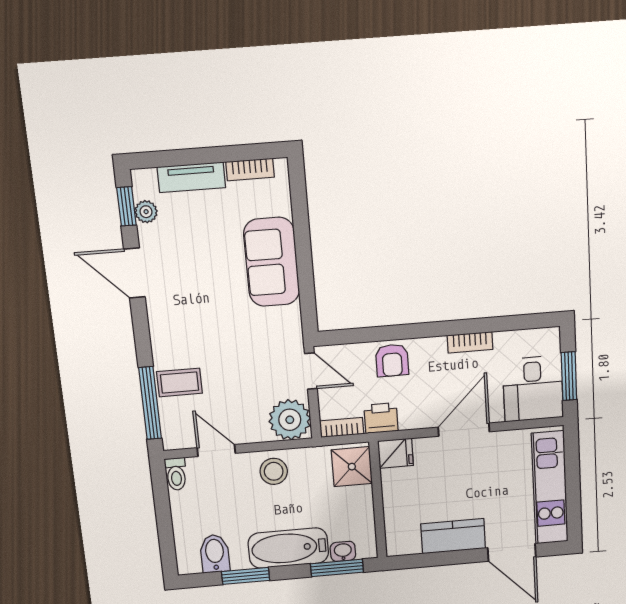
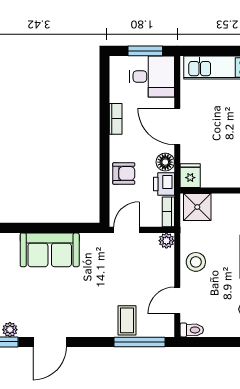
floor lamp: (412, 417) -> (165, 162), added
plant: (290, 420) -> (166, 241), width x0.53, depth x0.53

